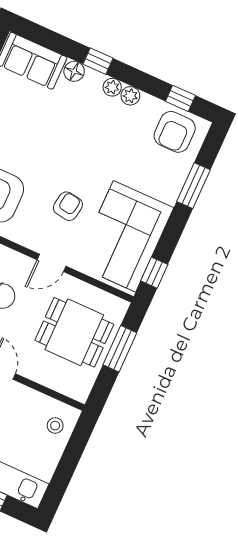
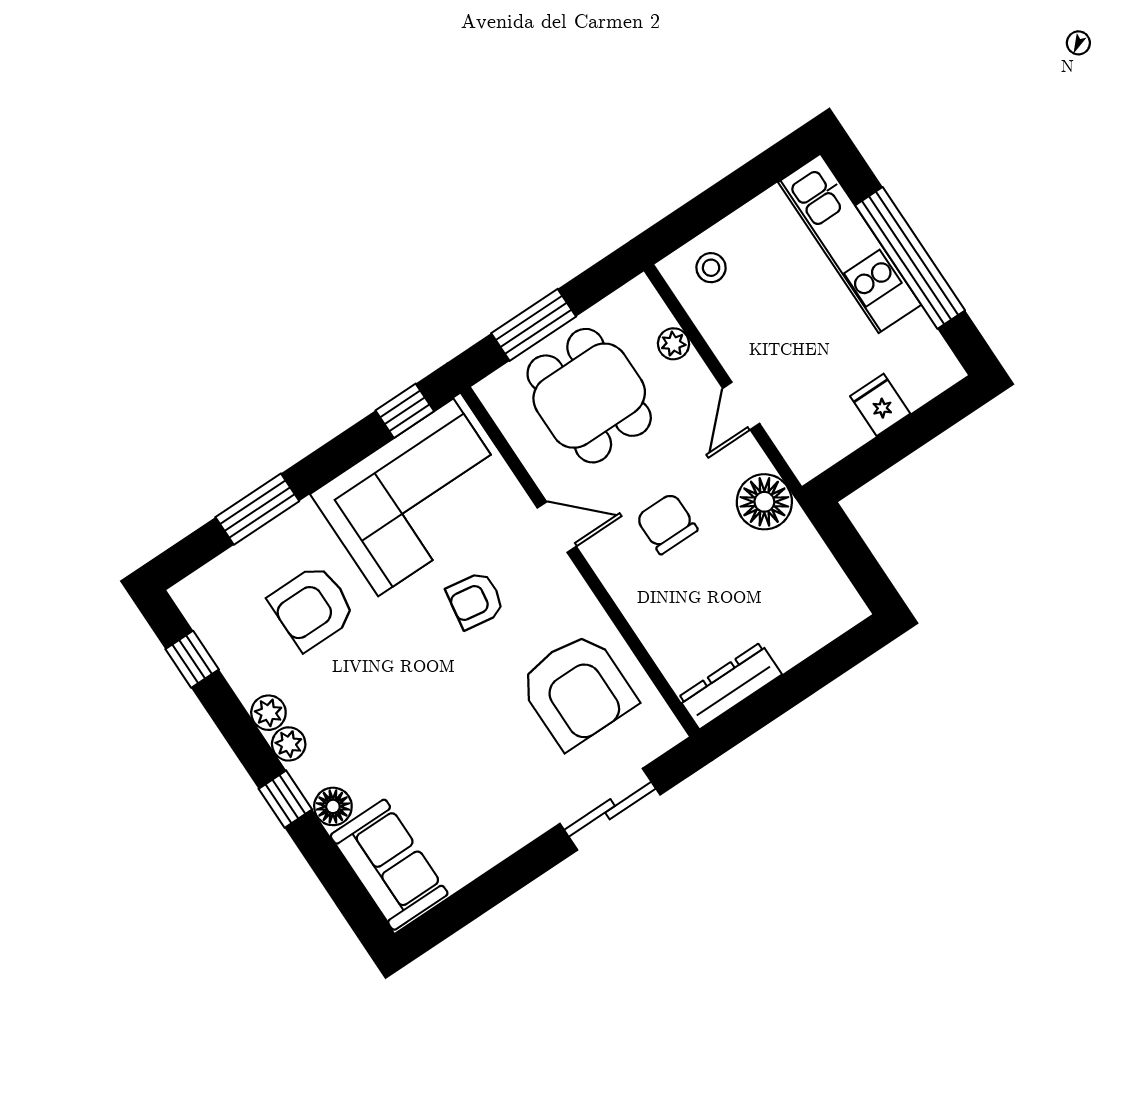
armchair: (175, 132) -> (312, 607), moved, turned 180
plant: (51, 380) -> (673, 344), added

